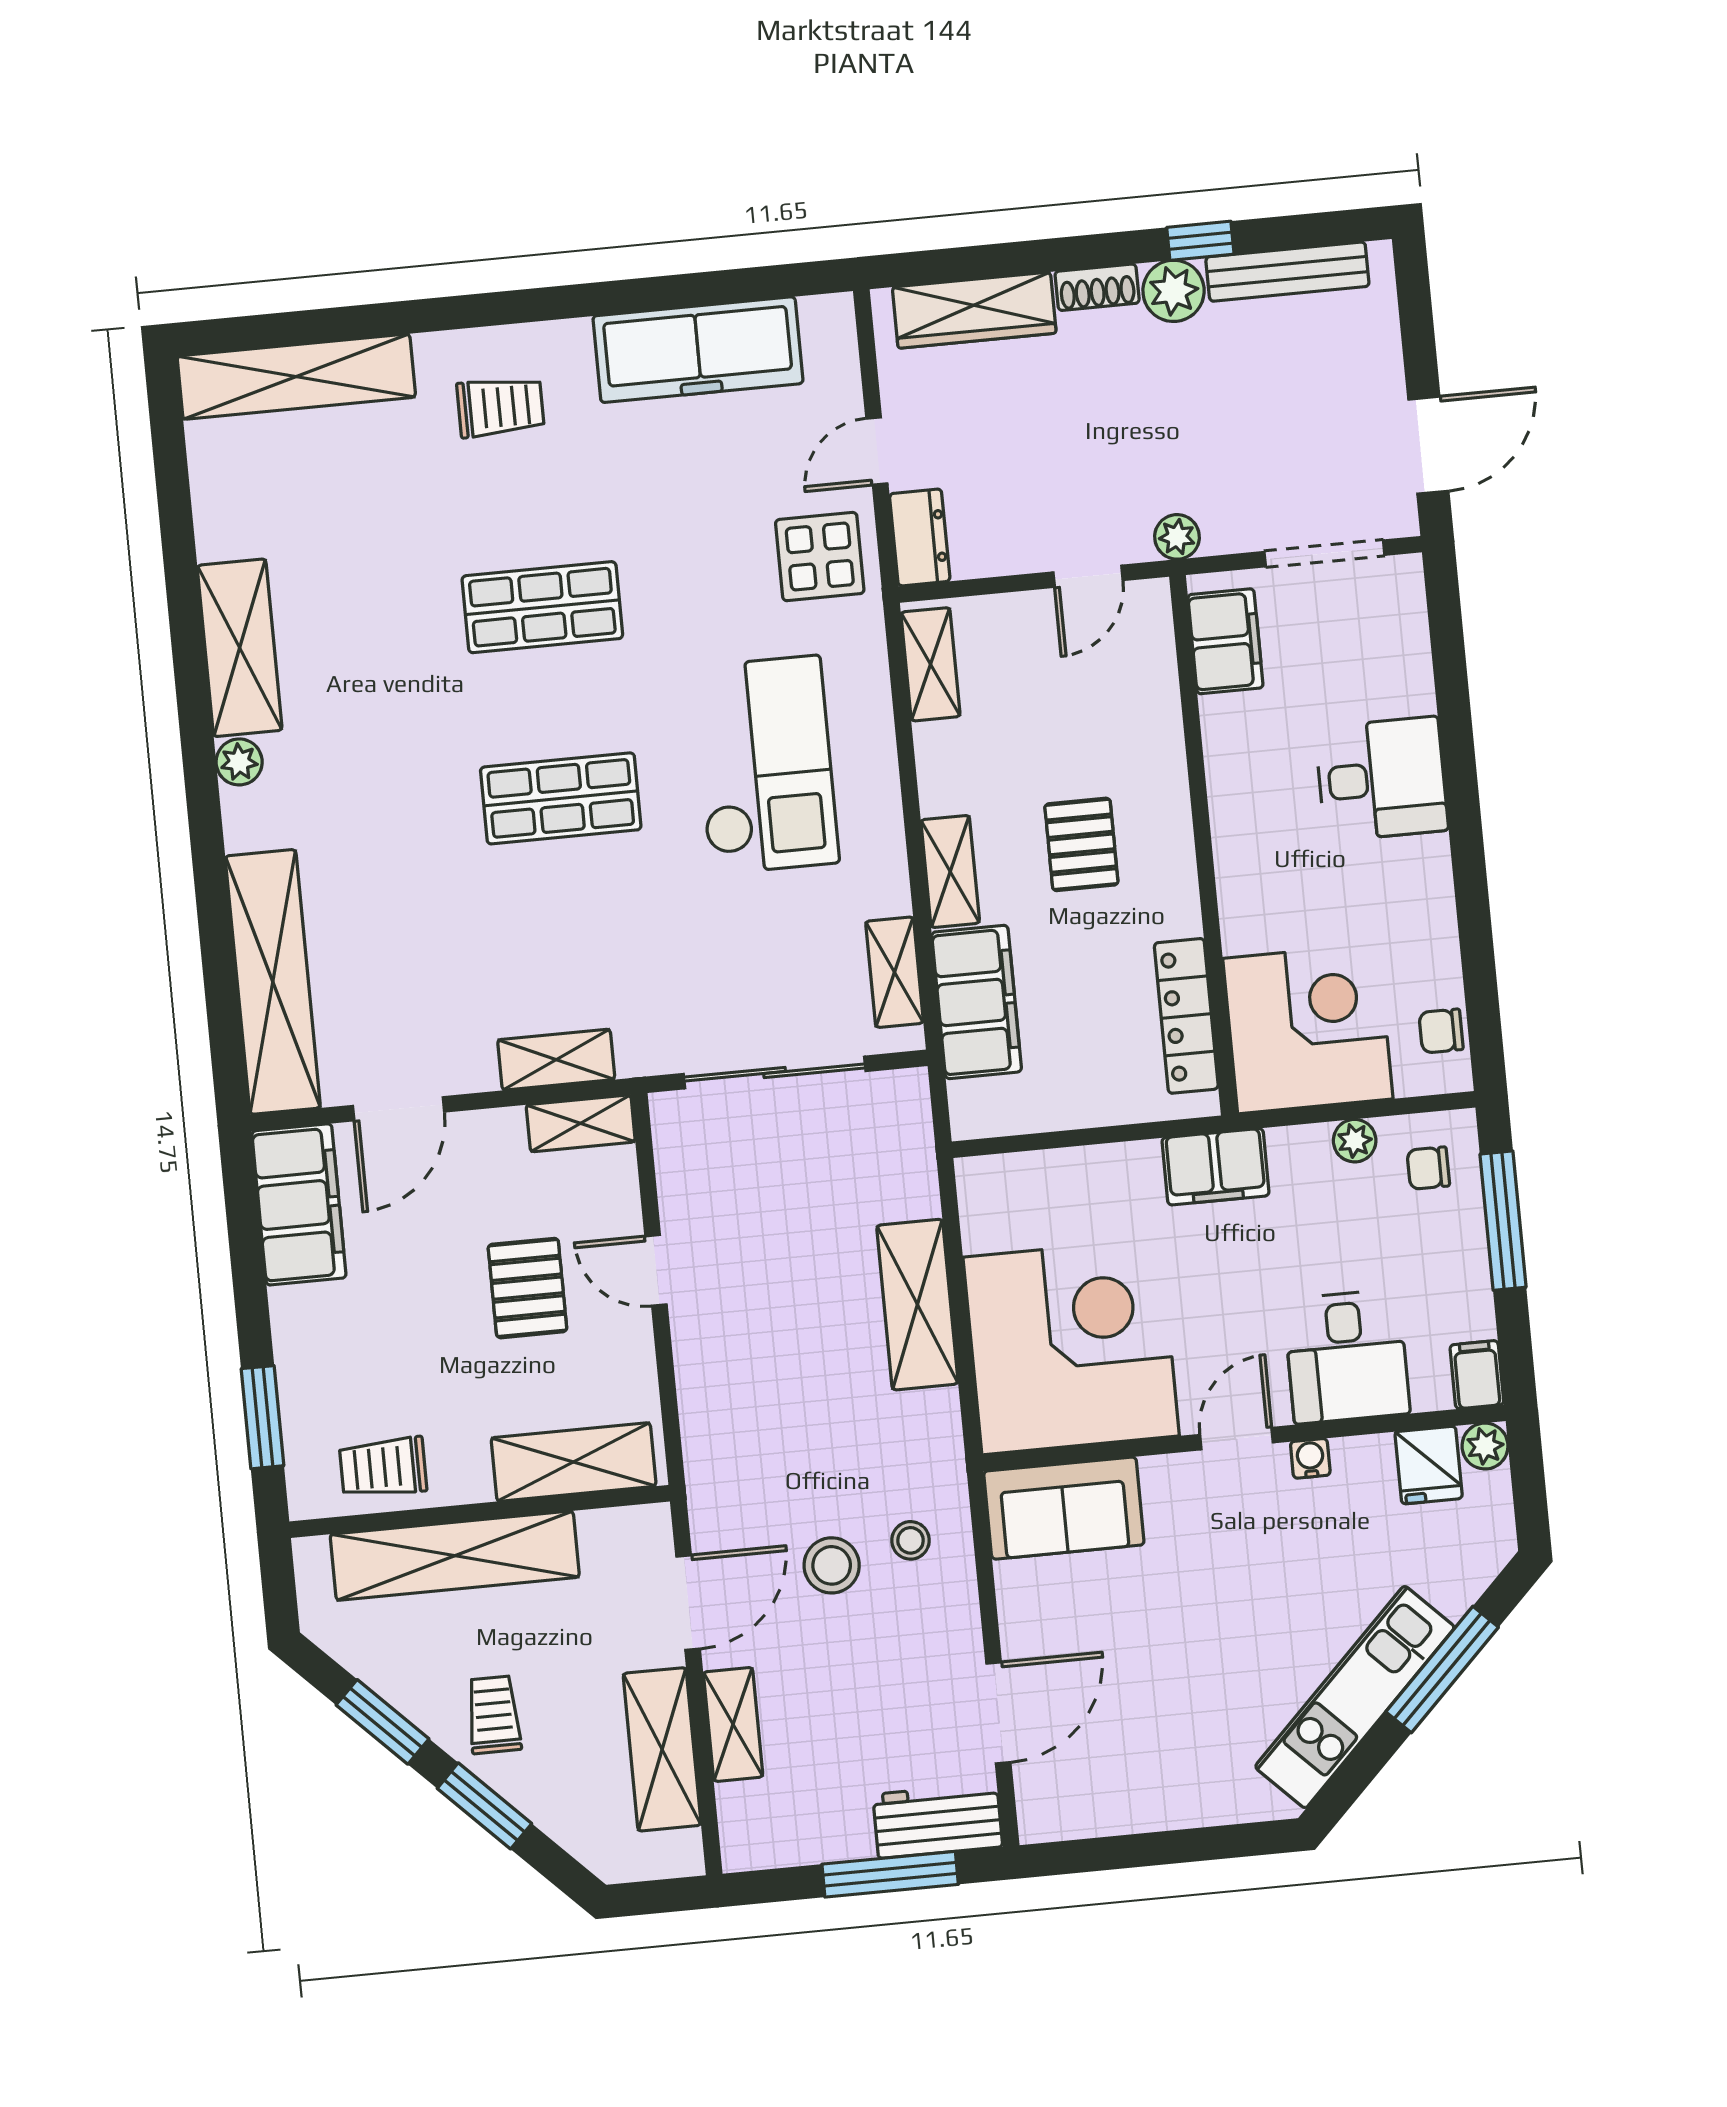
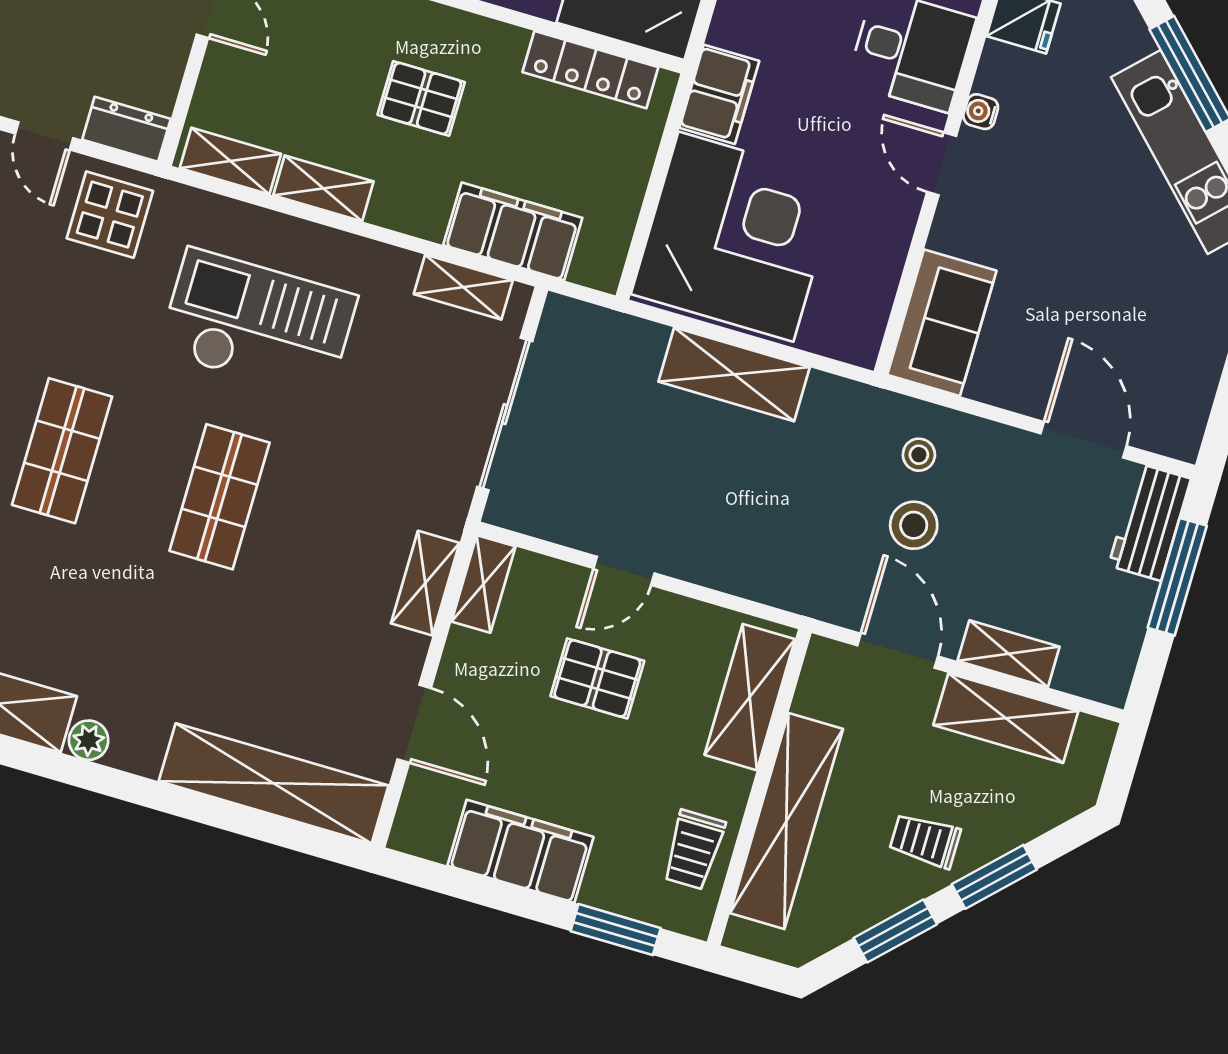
shelving: (950, 871) -> (323, 188), moved
filing cabinet: (299, 1204) -> (520, 851), moved
corner desk: (1071, 1346) -> (736, 237), moved, turned 90

